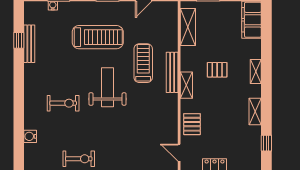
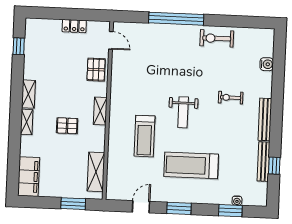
bench: (172, 72) -> (265, 119), moved
weight bench: (108, 87) -> (183, 112), width x0.73, depth x0.75
exercise bike: (63, 103) -> (231, 98), width x0.73, depth x0.72
shelving: (255, 112) -> (28, 94), moved

